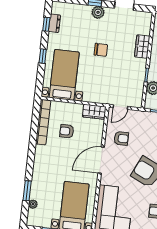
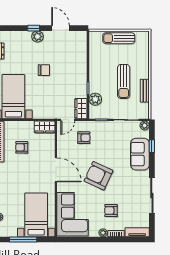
wardrobe: (142, 46) -> (81, 109), moved
armchair: (121, 138) -> (84, 138), moved
door: (101, 160) -> (56, 170), swing flipped

